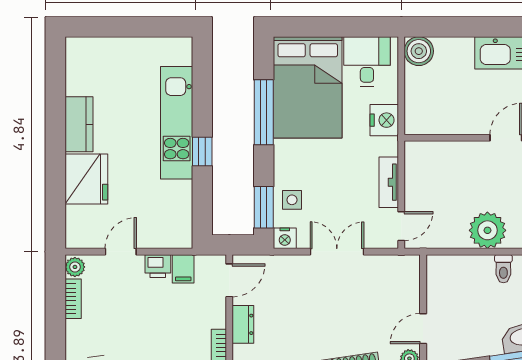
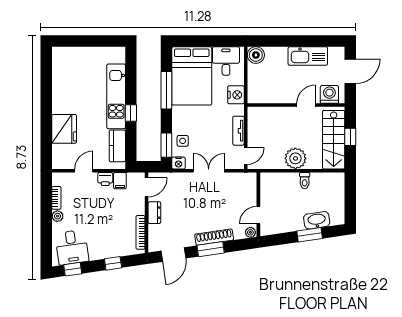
kitchen counter: (79, 124) -> (117, 146), moved, turned 180
plant: (75, 267) -> (57, 216), moved

